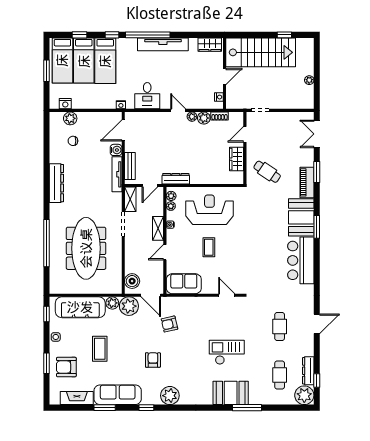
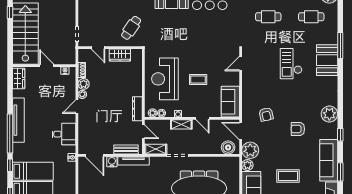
door: (151, 295) -> (241, 131), swing flipped

